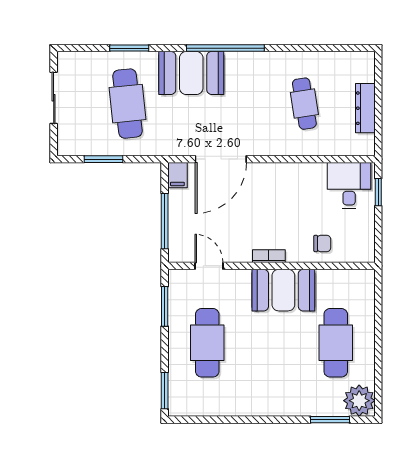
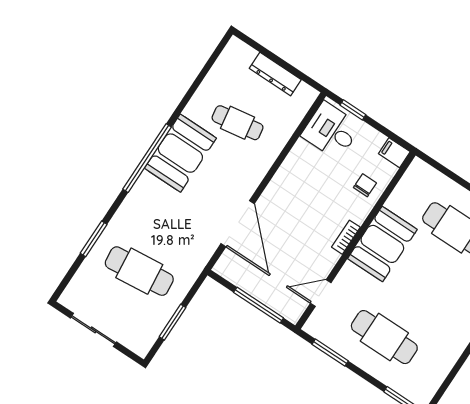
booth: (191, 73) -> (180, 153), moved
filing cabinet: (177, 175) -> (394, 153), moved, turned 180

